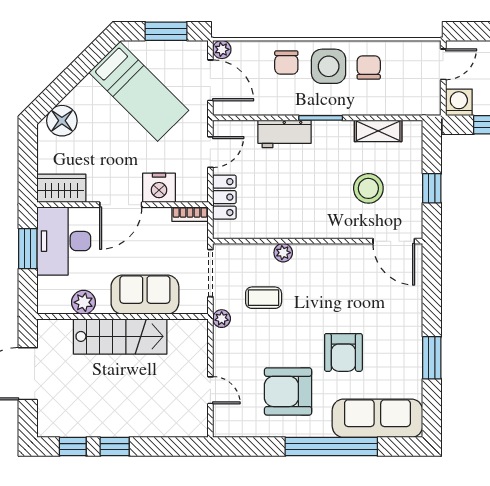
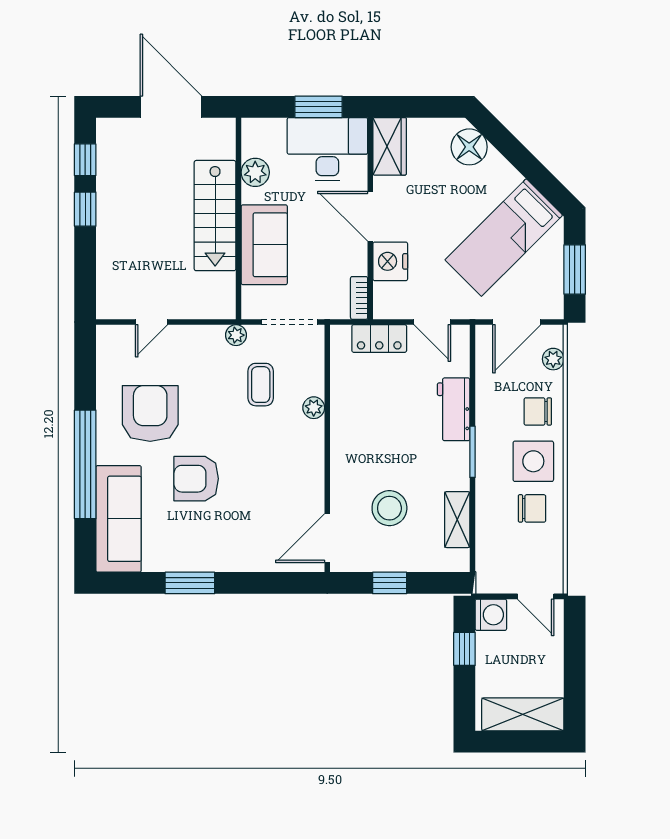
plant: (222, 49) -> (553, 359), moved

